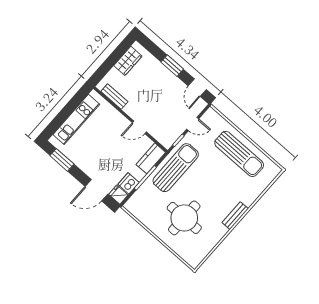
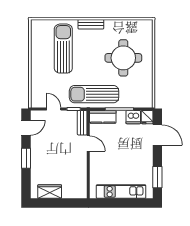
bench: (114, 97) -> (82, 123), moved
sun lounger: (239, 154) -> (63, 49), moved

